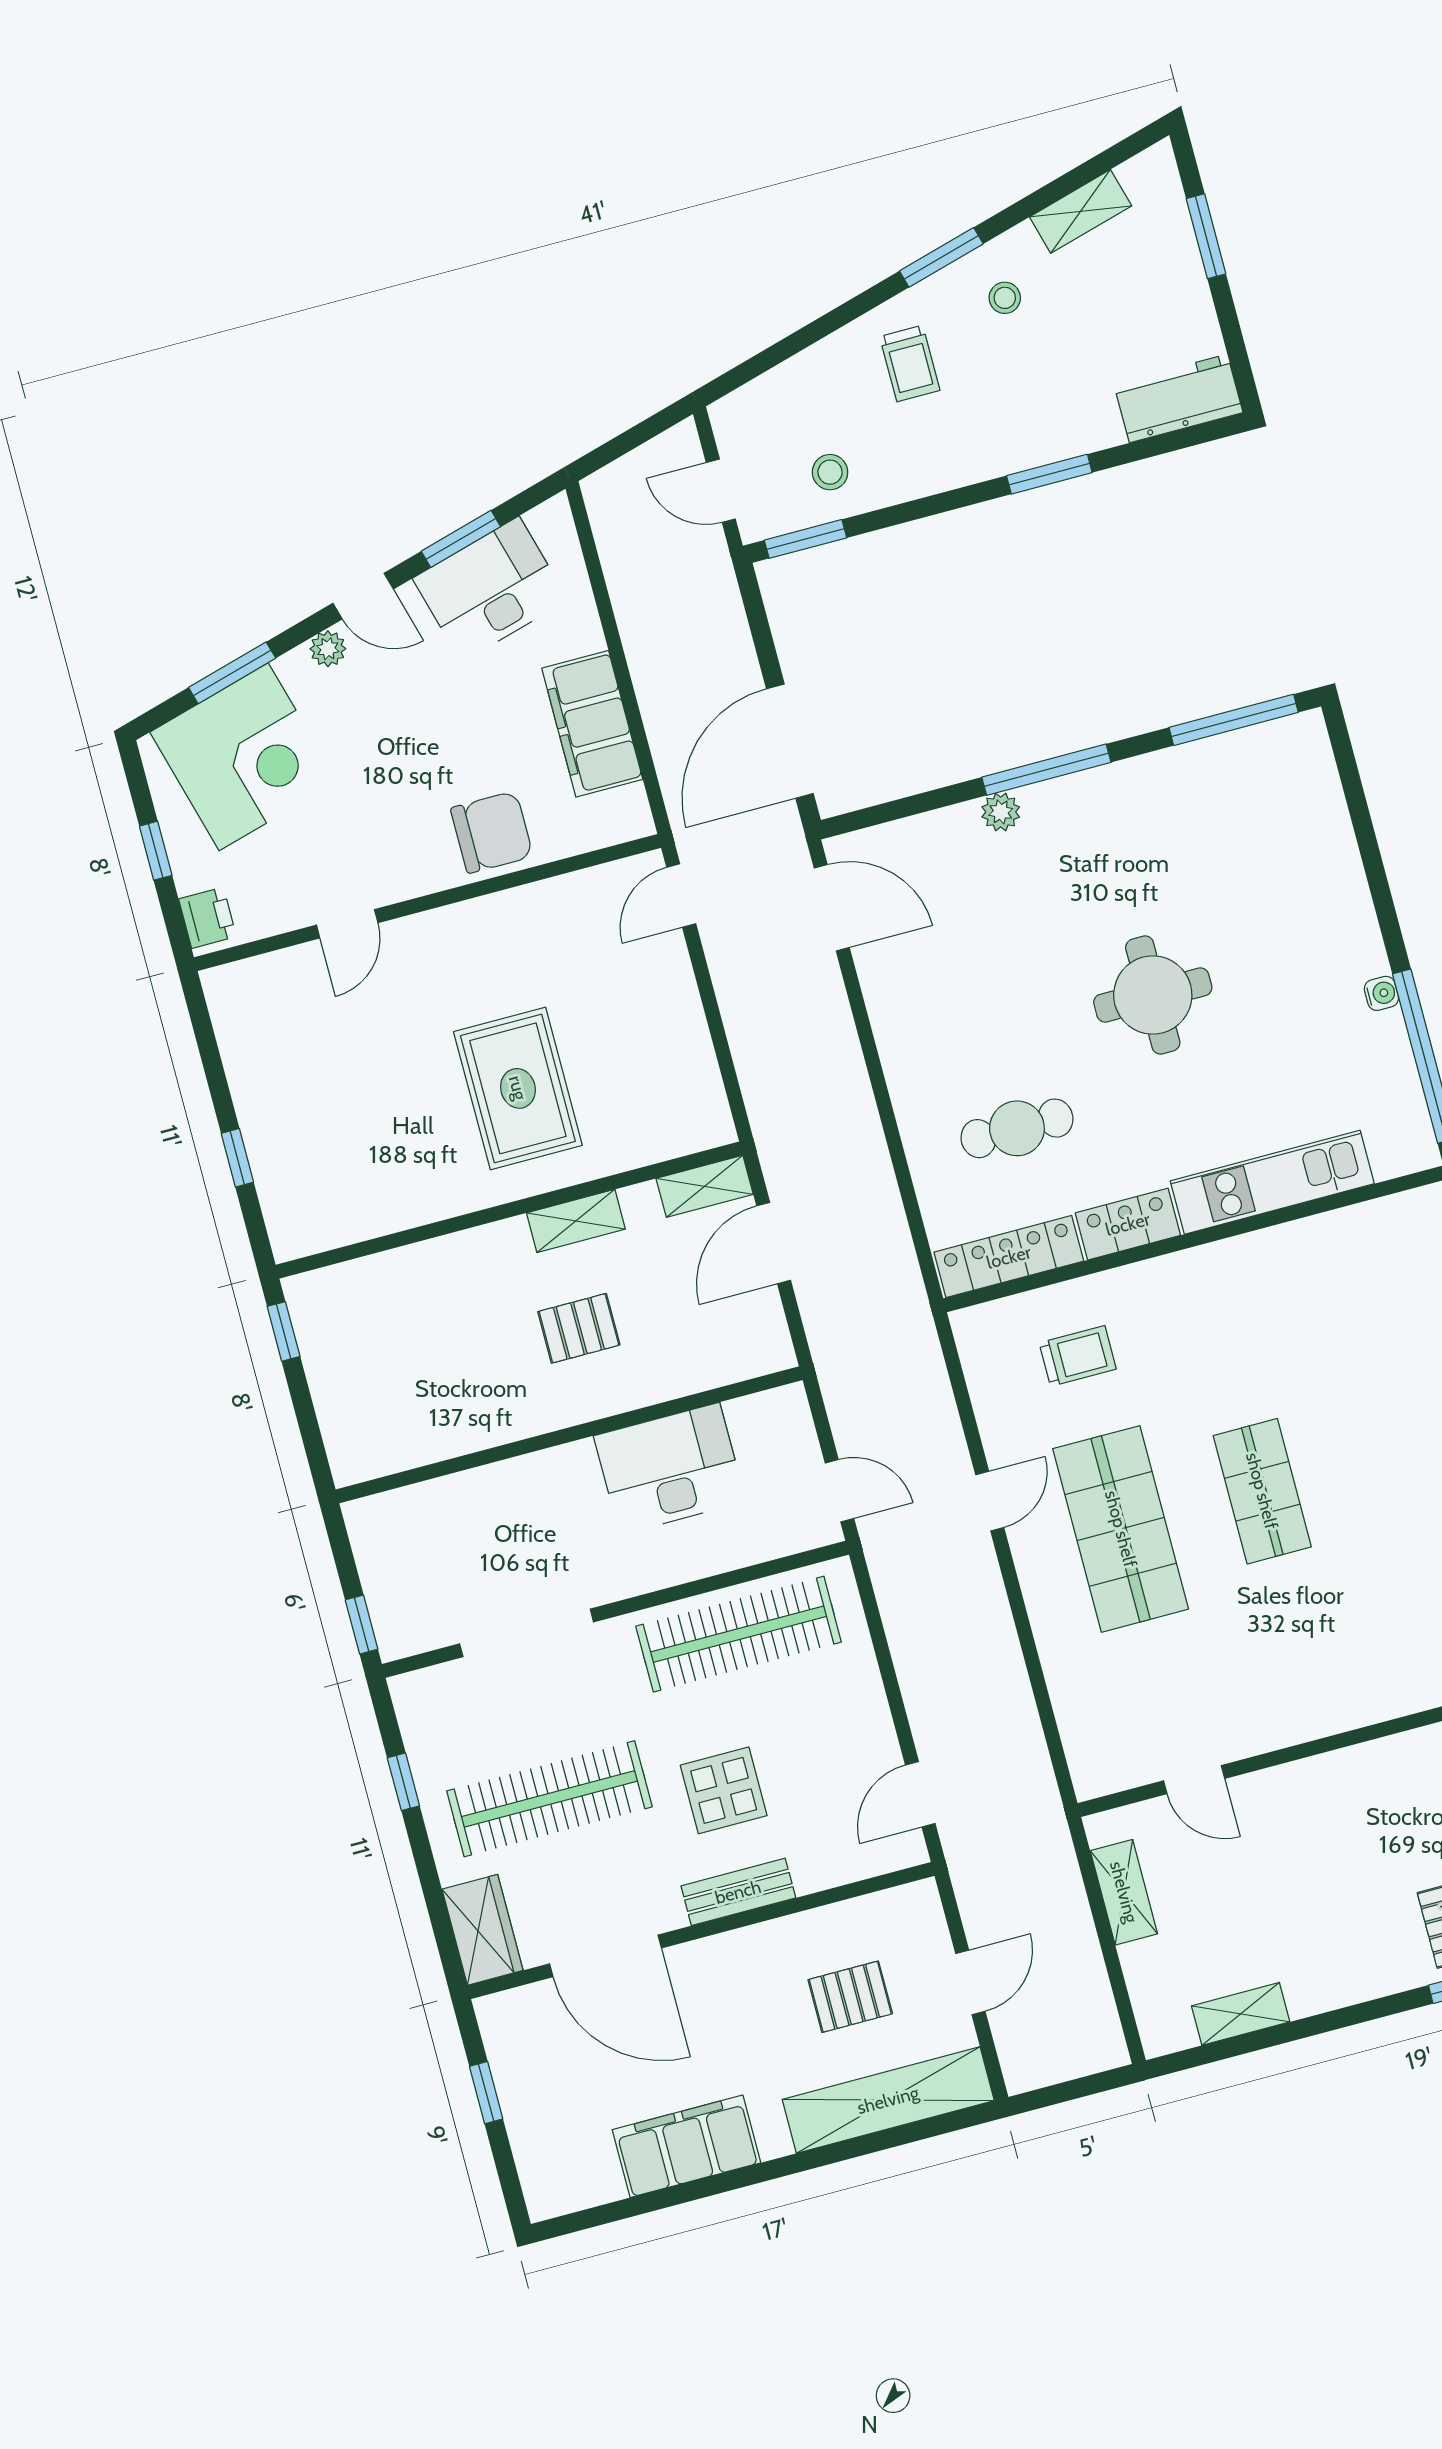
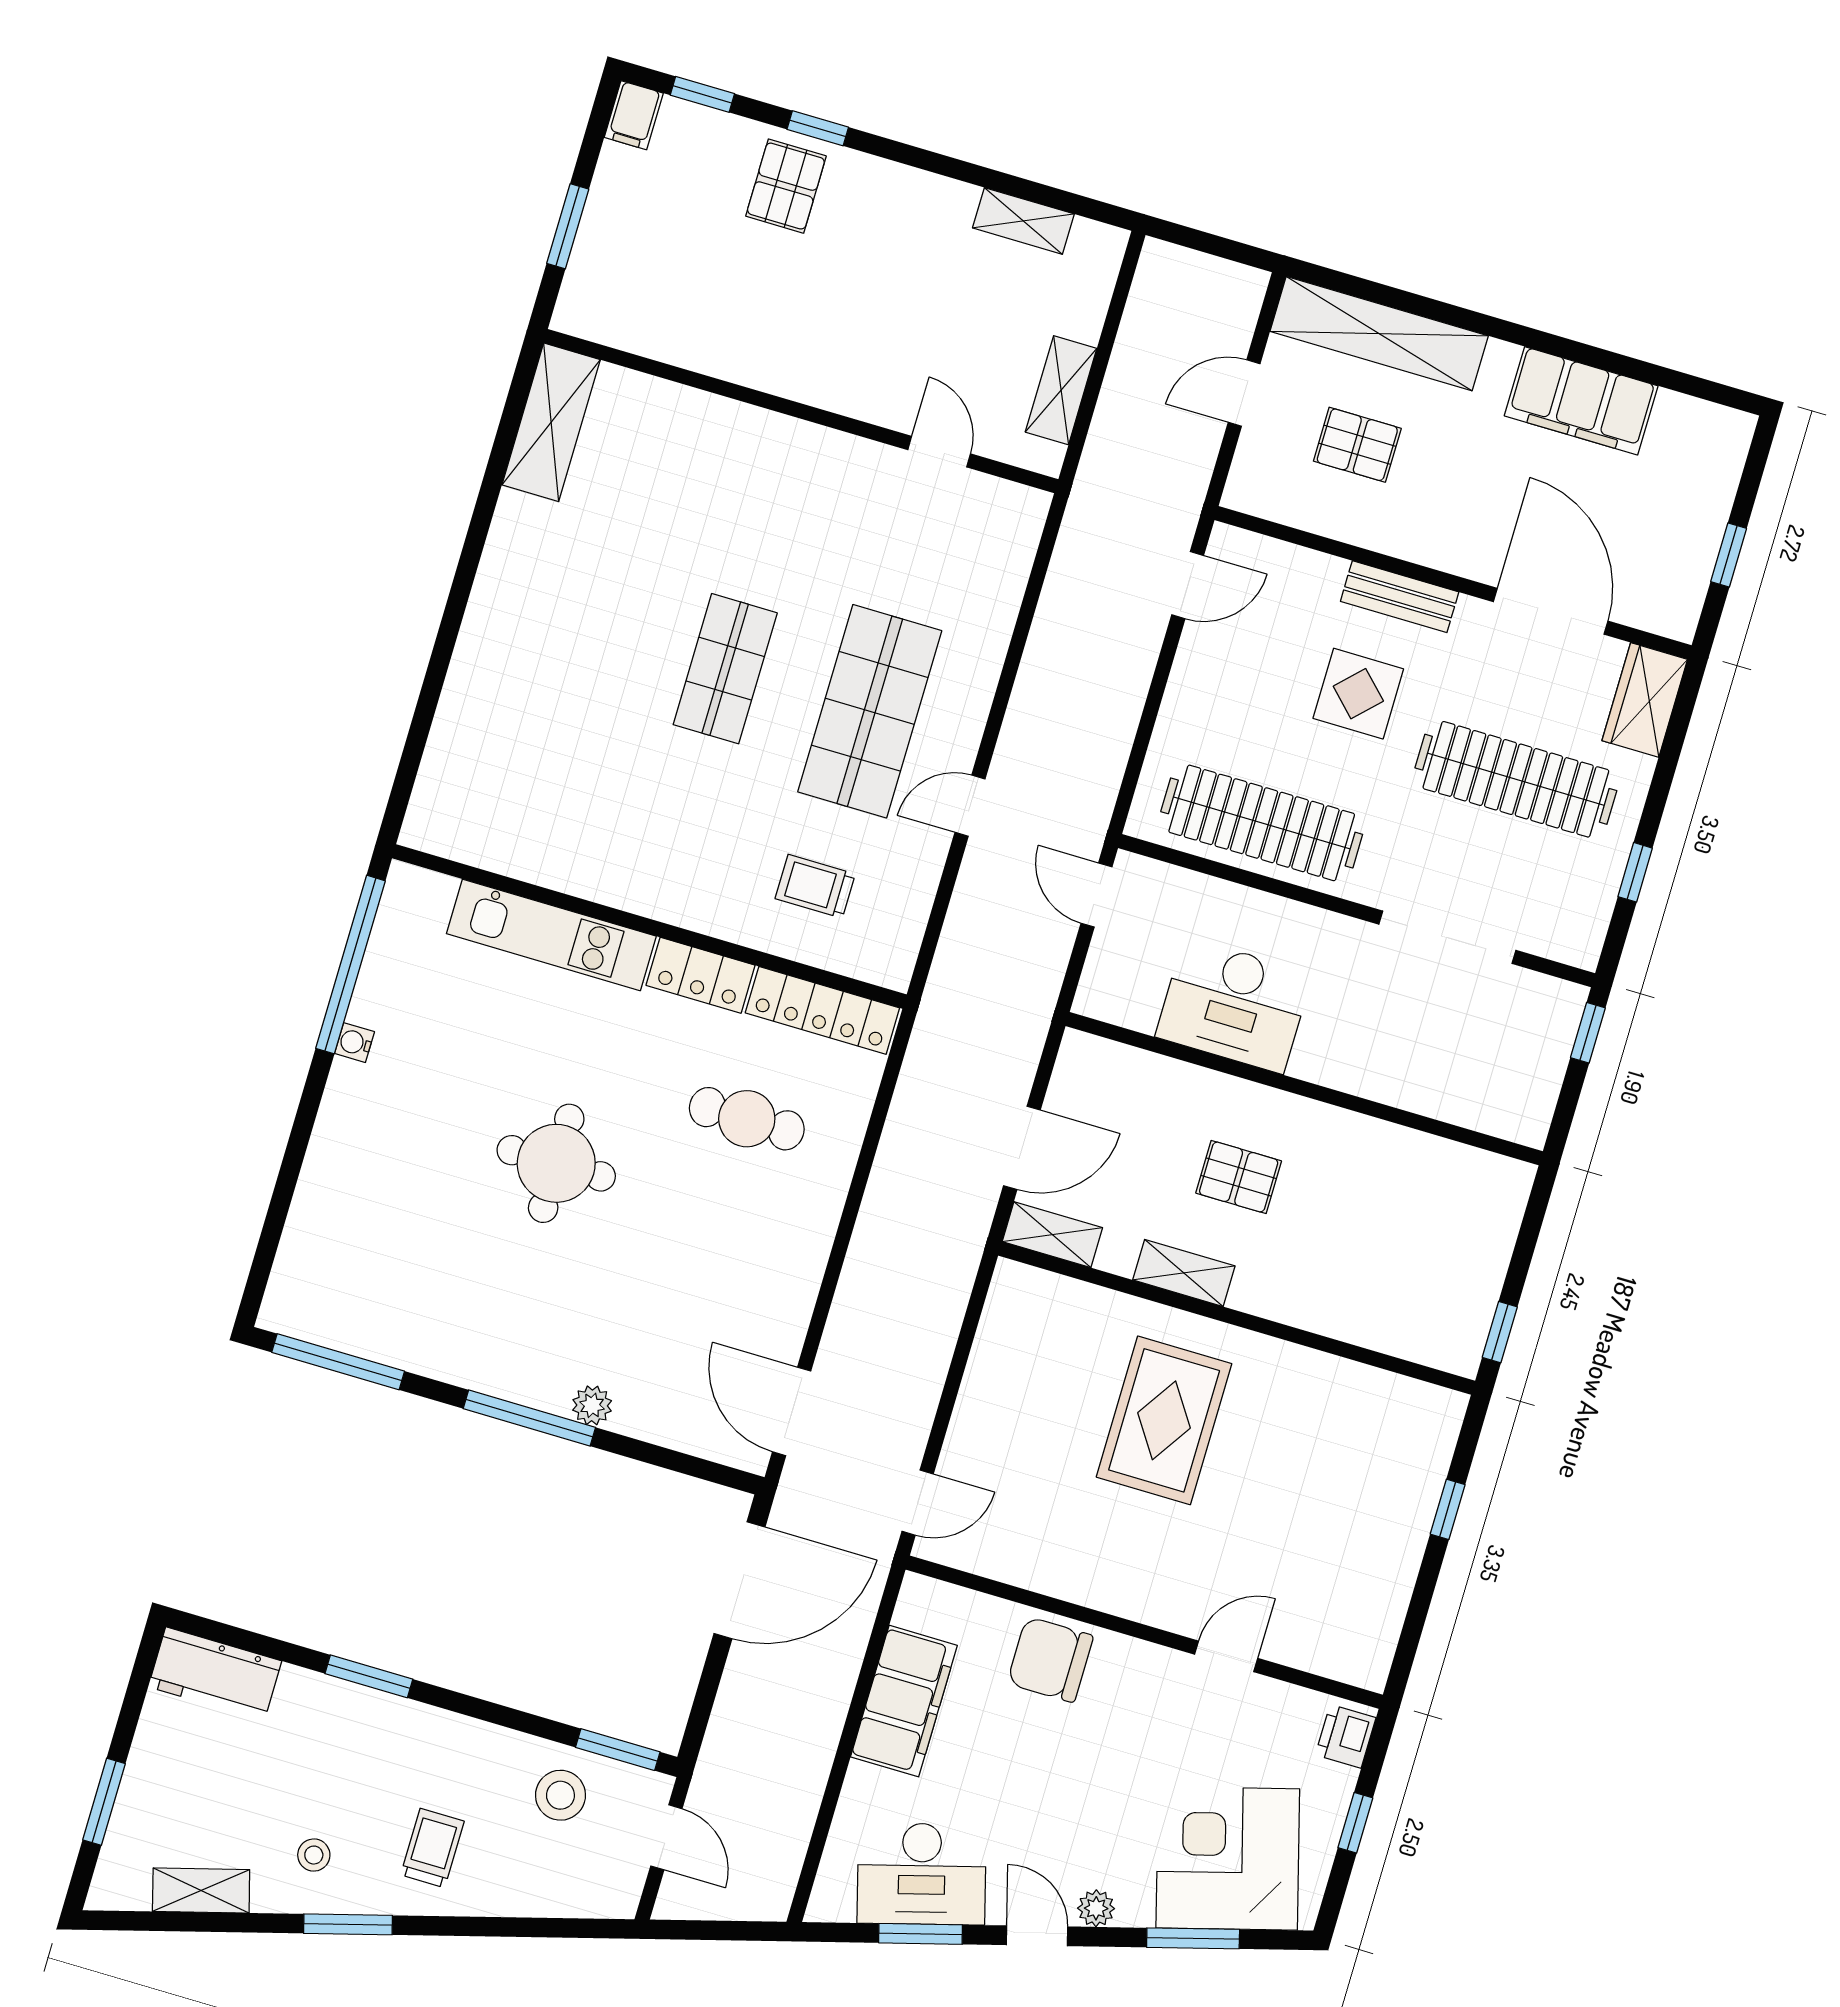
stool: (830, 472) -> (560, 1795), width x1.37, depth x1.37

